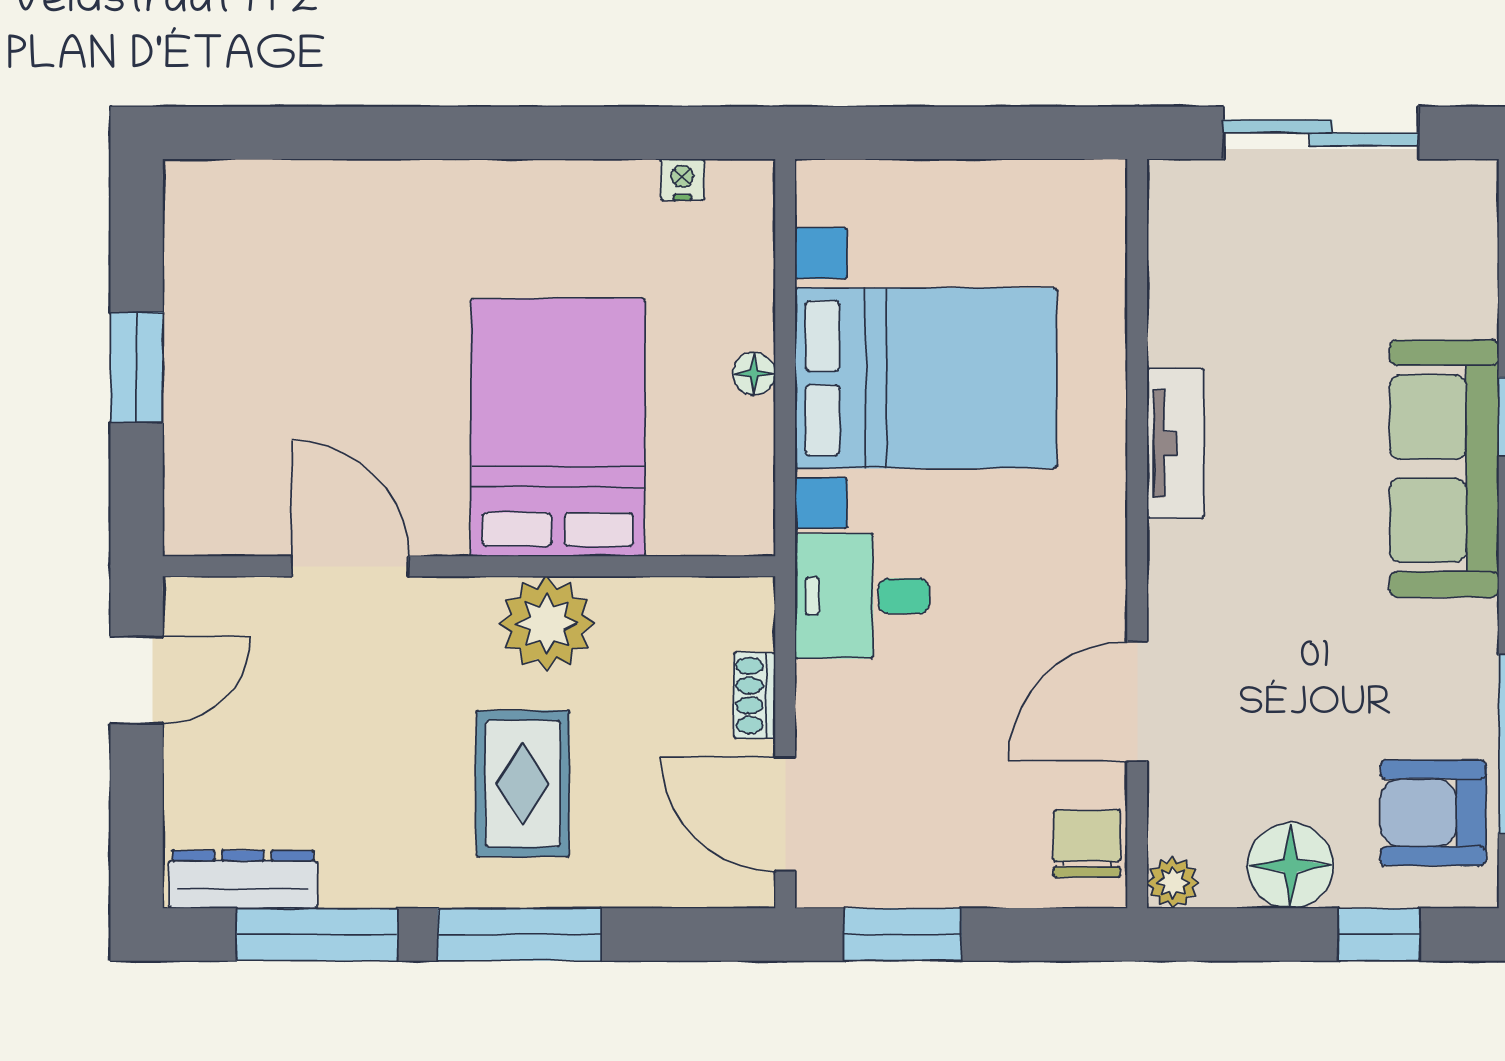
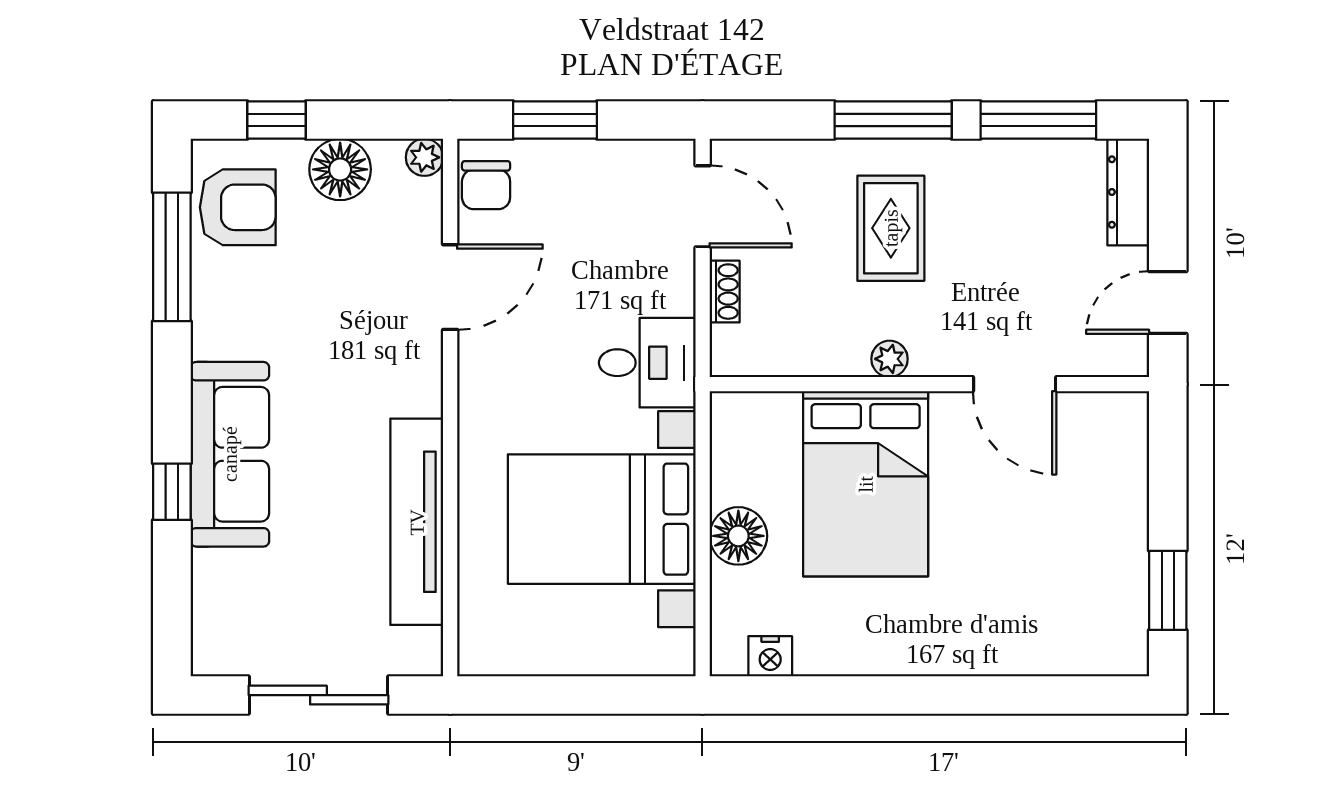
nightstand: (682, 180) -> (770, 656), width x1.39, depth x1.35
window: (137, 367) -> (1168, 590), moved
floor lamp: (754, 374) -> (738, 536), width x1.89, depth x1.89
tv unit: (1176, 443) -> (417, 522), width x1.92, depth x1.29
plant: (547, 624) -> (890, 359), width x0.53, depth x0.53
dresser: (243, 879) -> (1128, 192), moved, turned 90
window: (903, 935) -> (555, 120), moved

